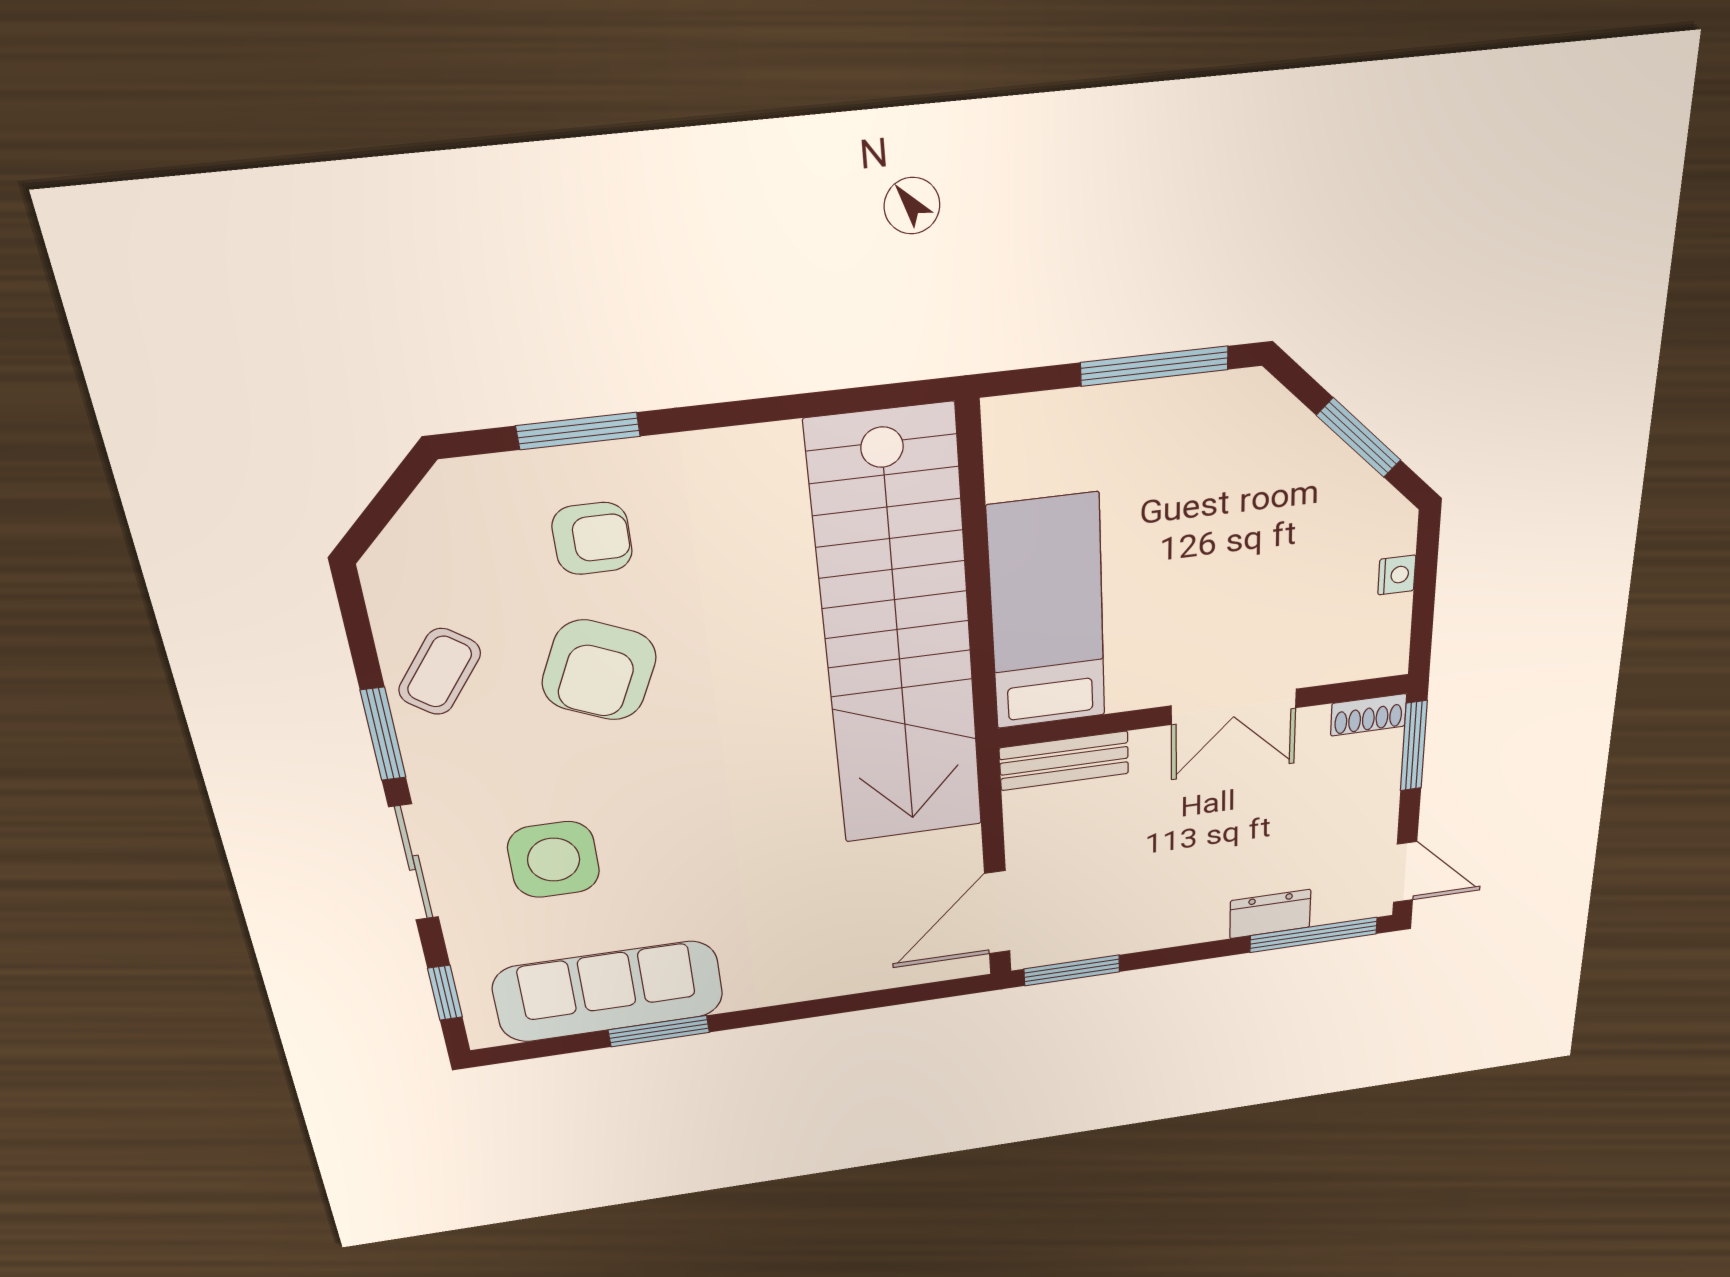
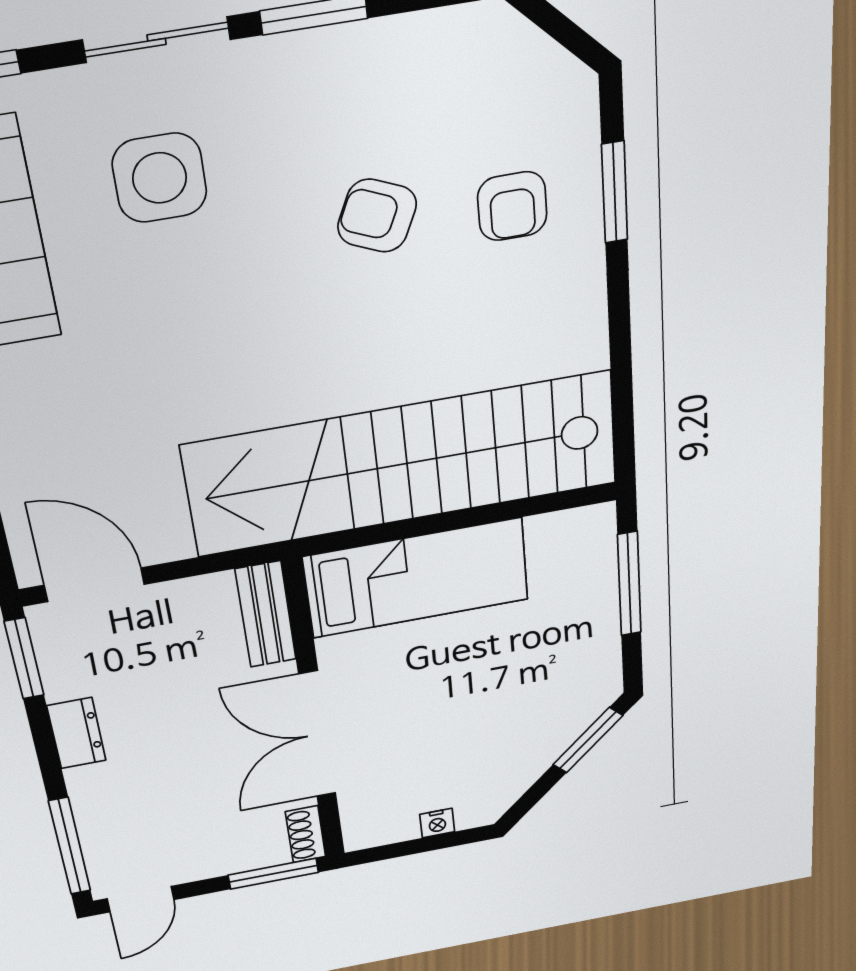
window: (1155, 366) -> (629, 584), moved
window: (1359, 438) -> (588, 740), moved
armchair: (599, 670) -> (377, 216), width x0.72, depth x0.72
coffee table: (440, 672) -> (382, 71), removed
double door: (1234, 707) -> (317, 735), width x1.37
dresser: (1270, 914) -> (76, 733), moved

